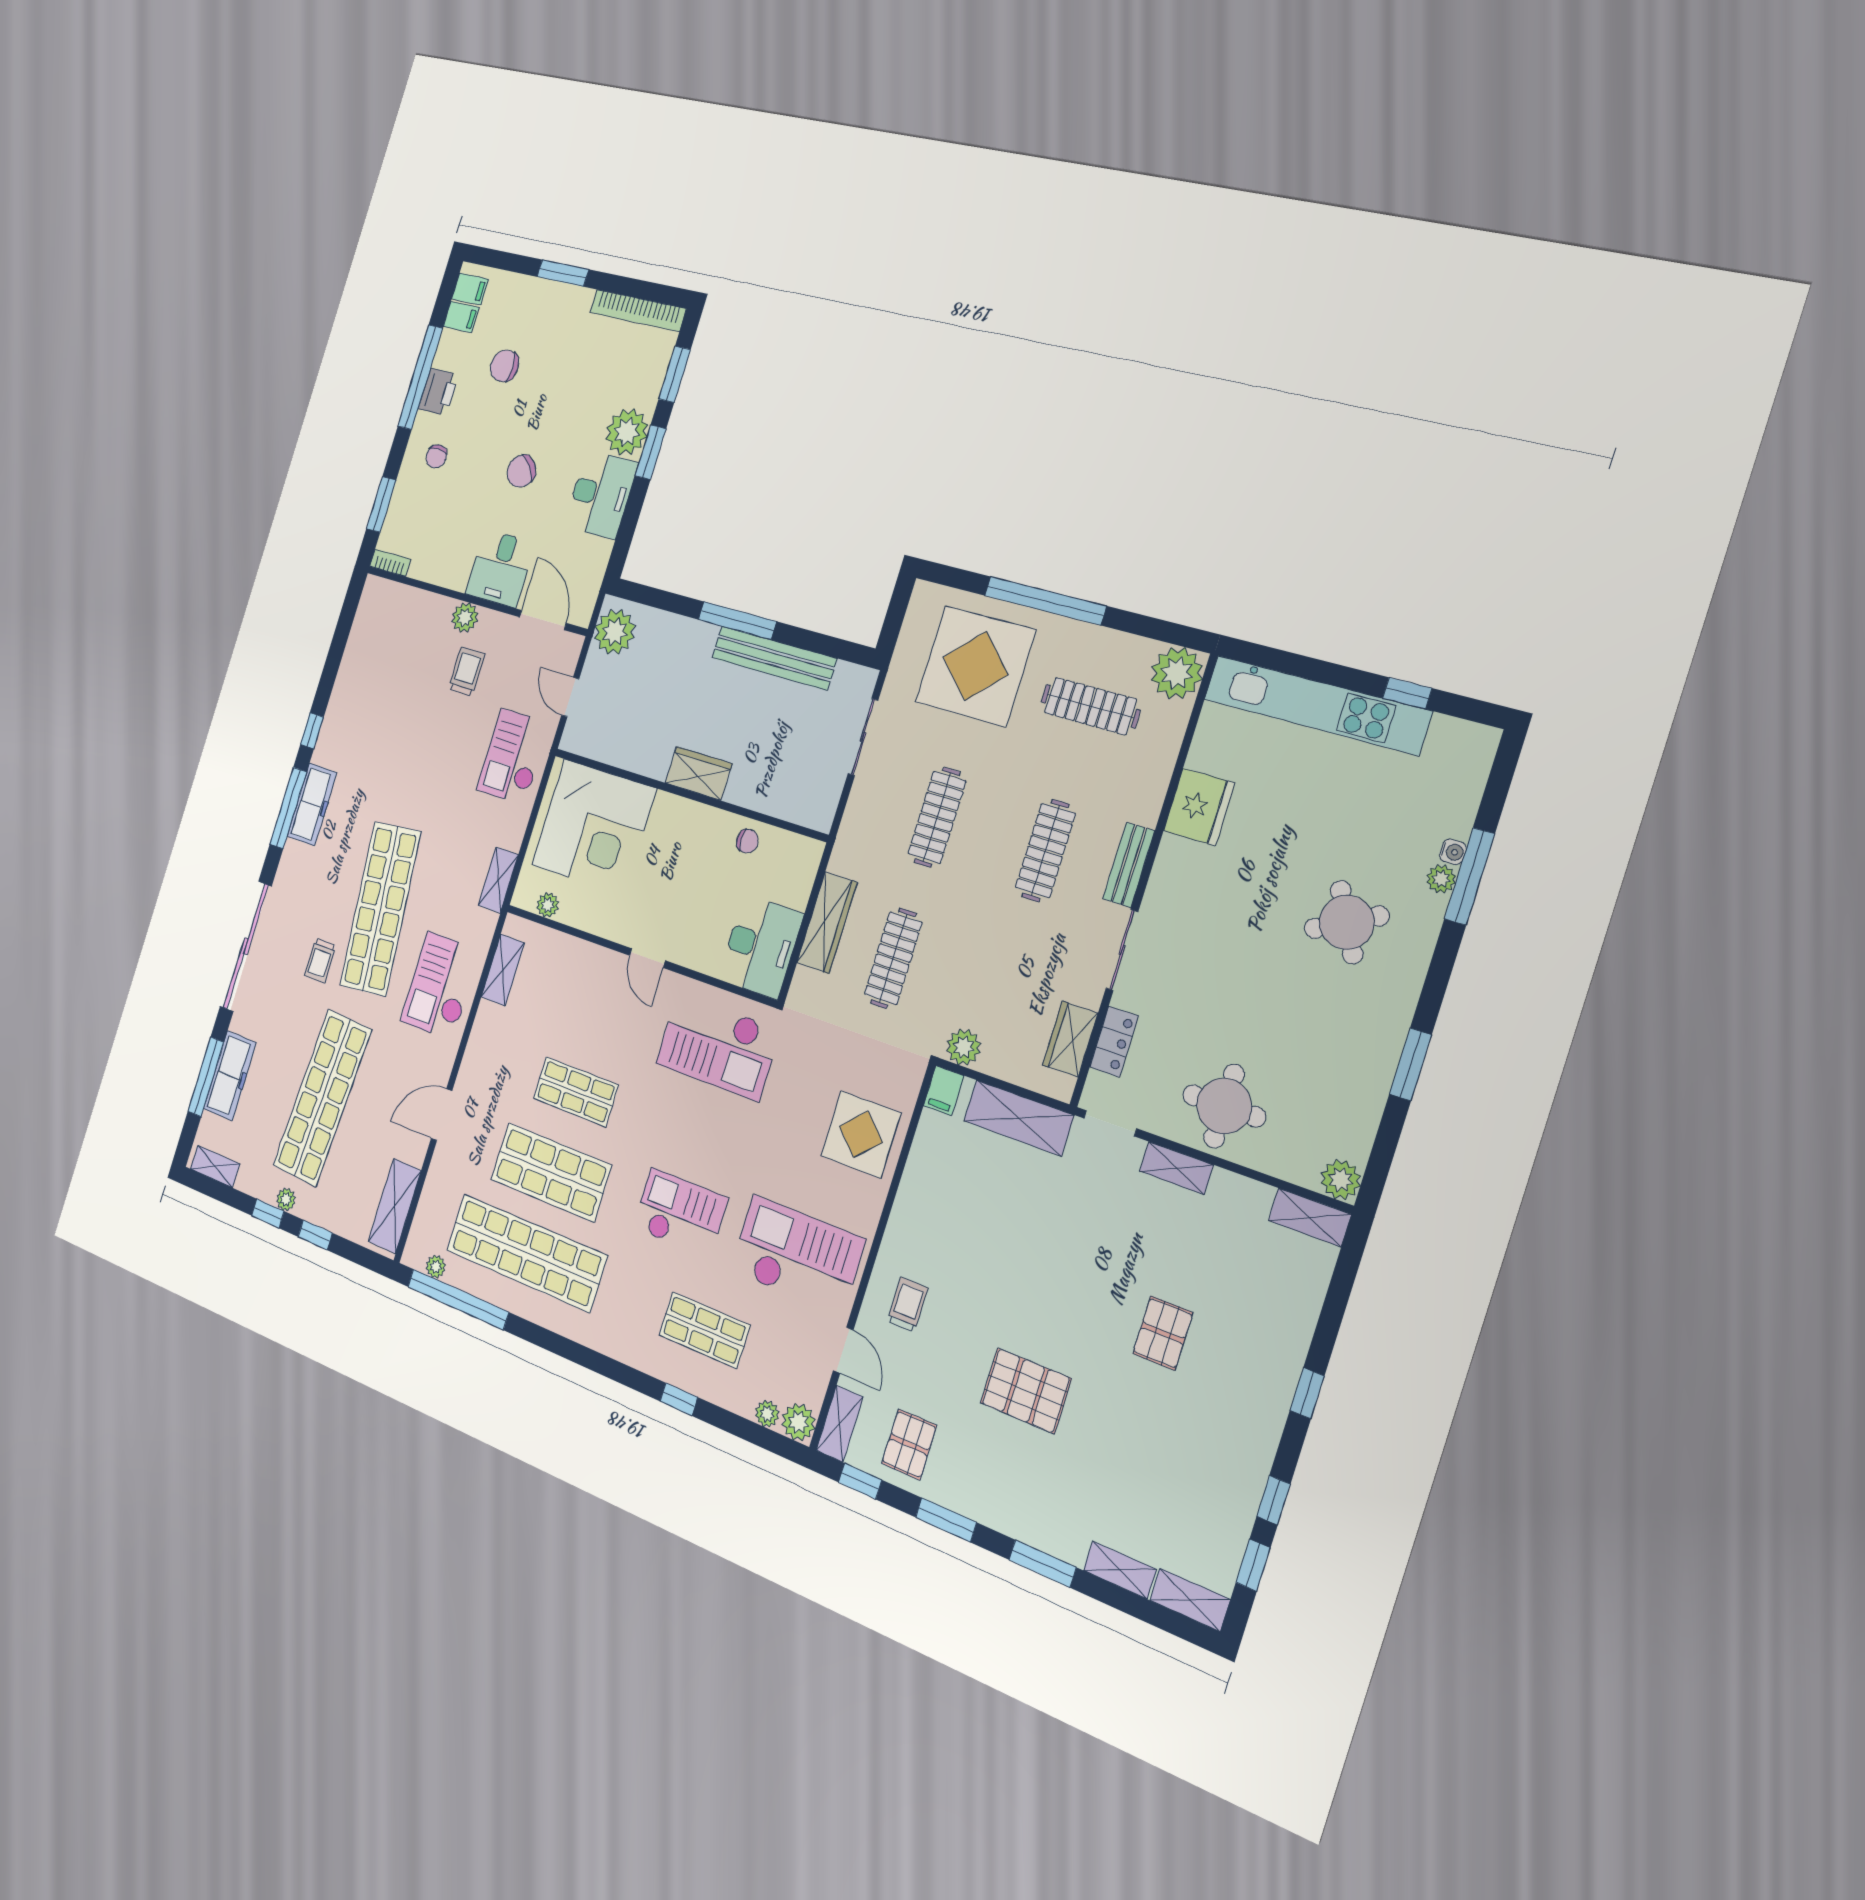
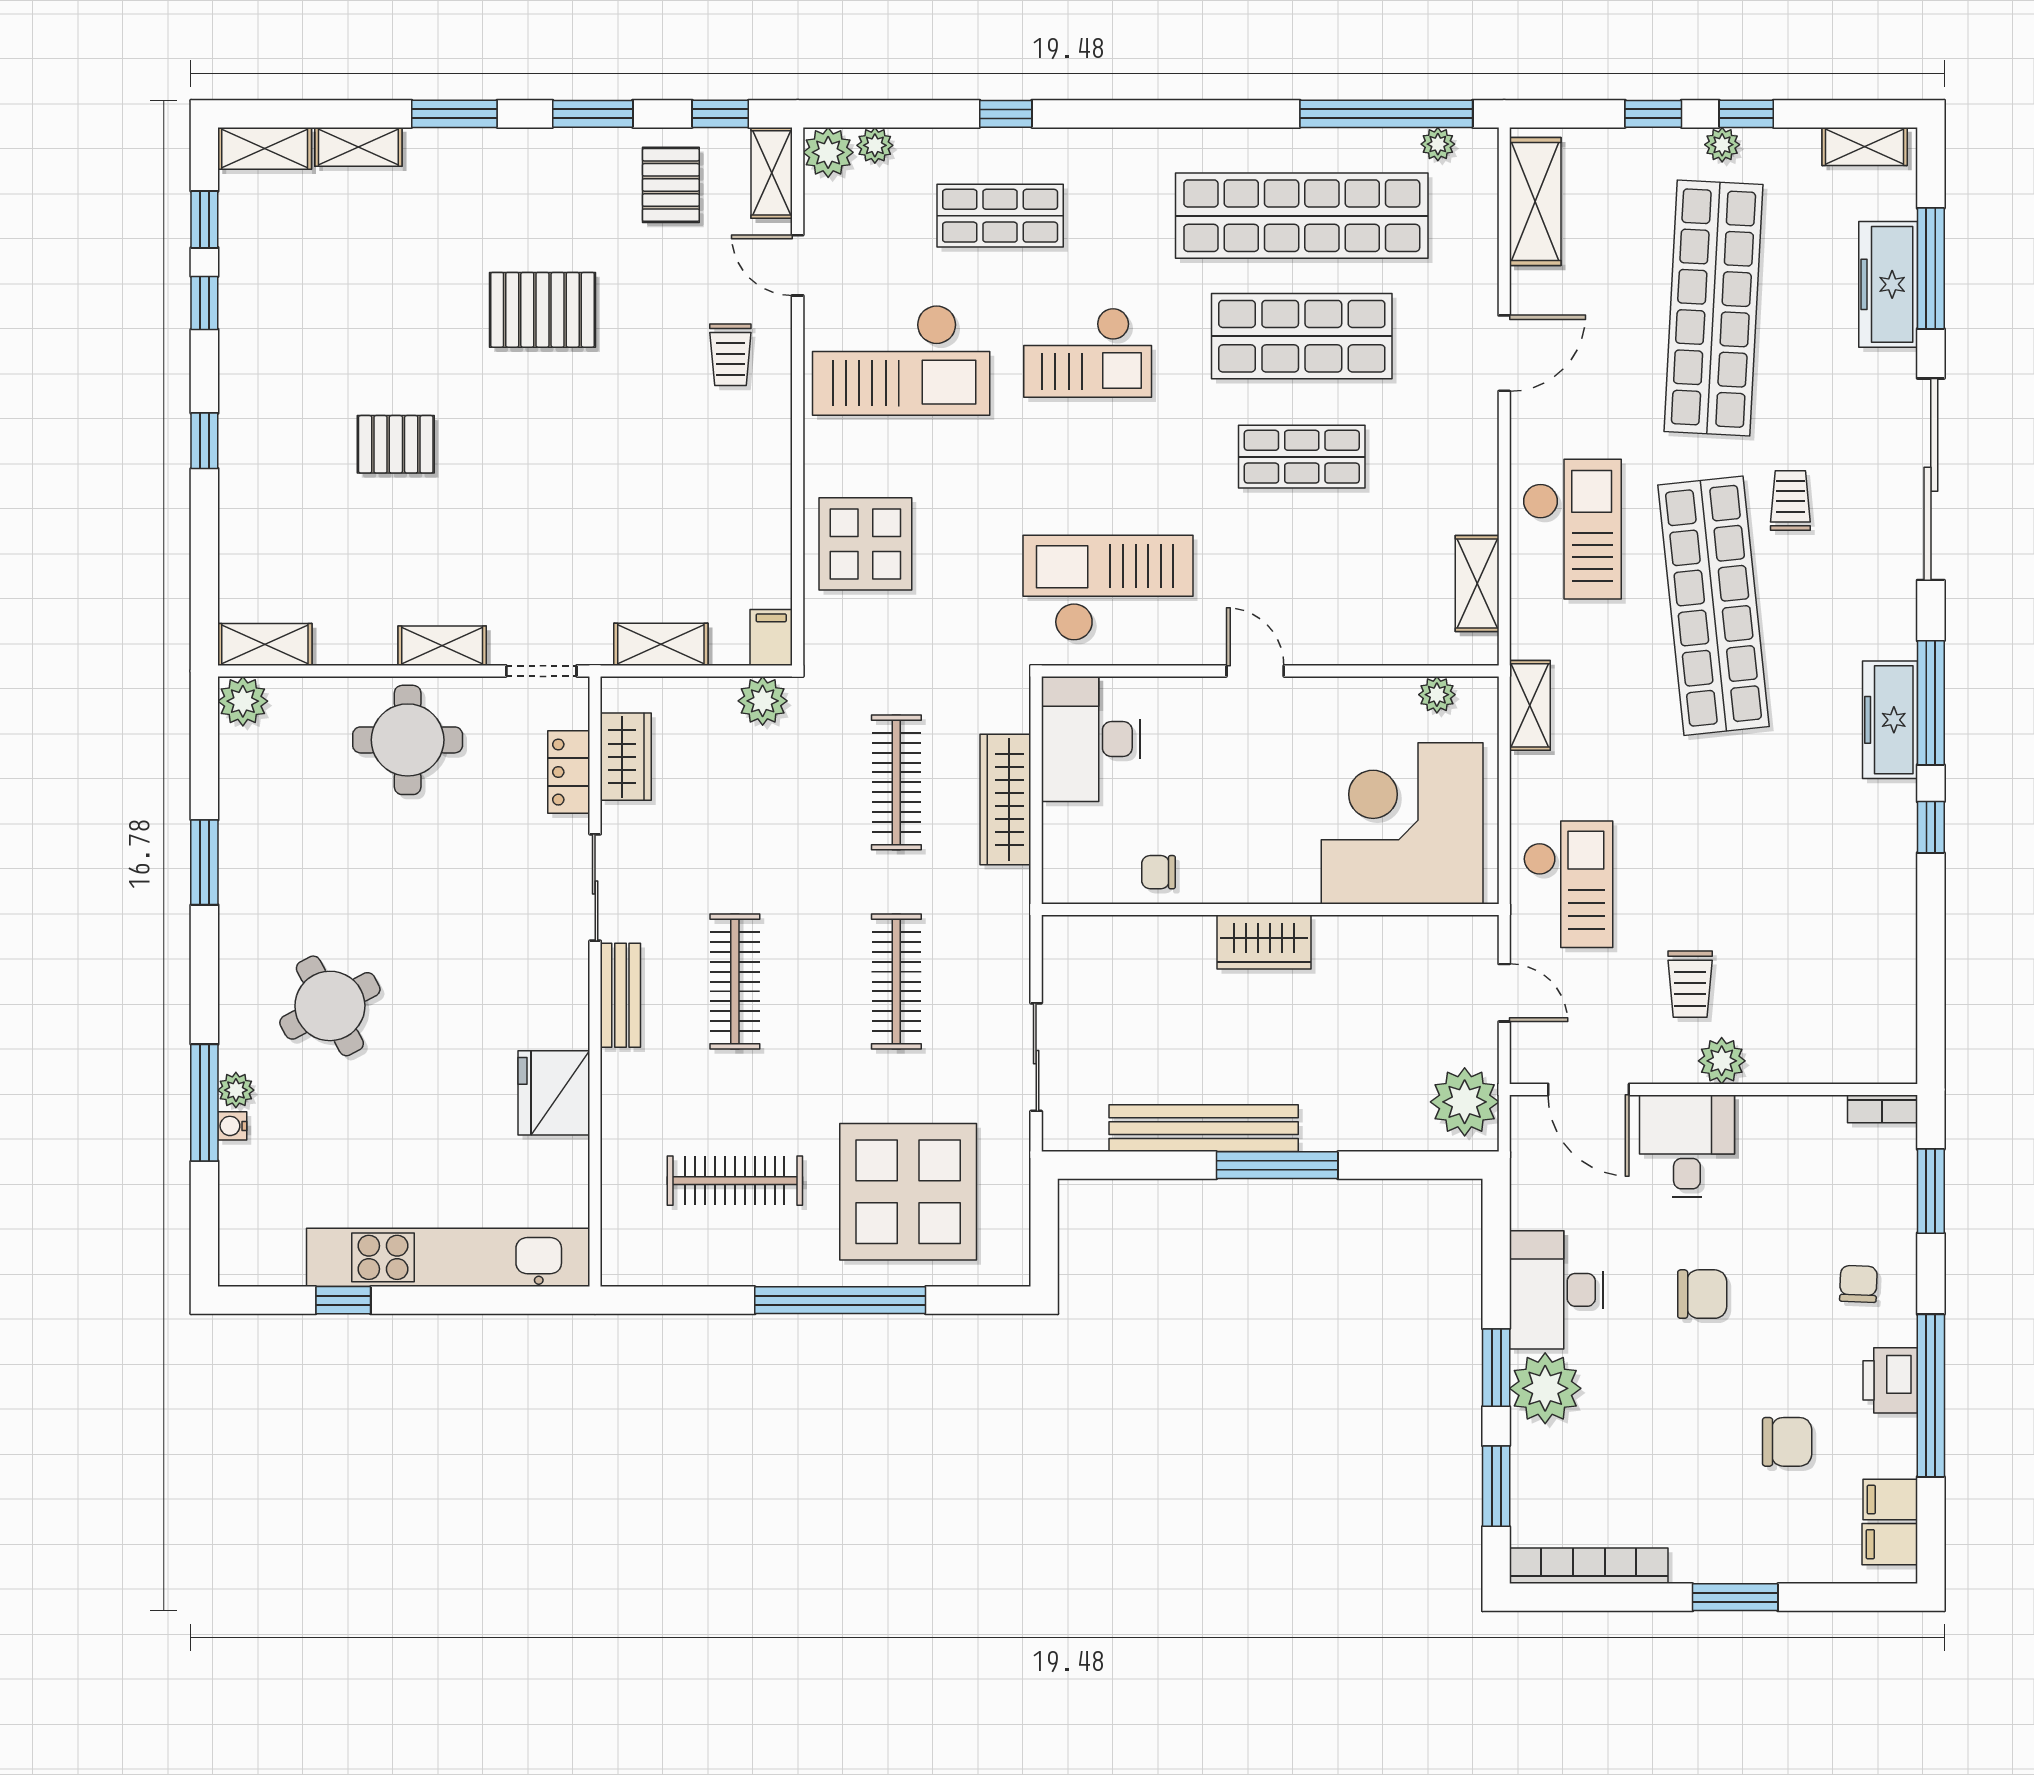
chair: (521, 471) -> (1702, 1294), turned 40
plant: (1177, 673) -> (636, 1252), removed
shelving: (1019, 1118) -> (661, 644), width x0.67, depth x0.75
pallet: (1163, 1333) -> (396, 444), turned 90

